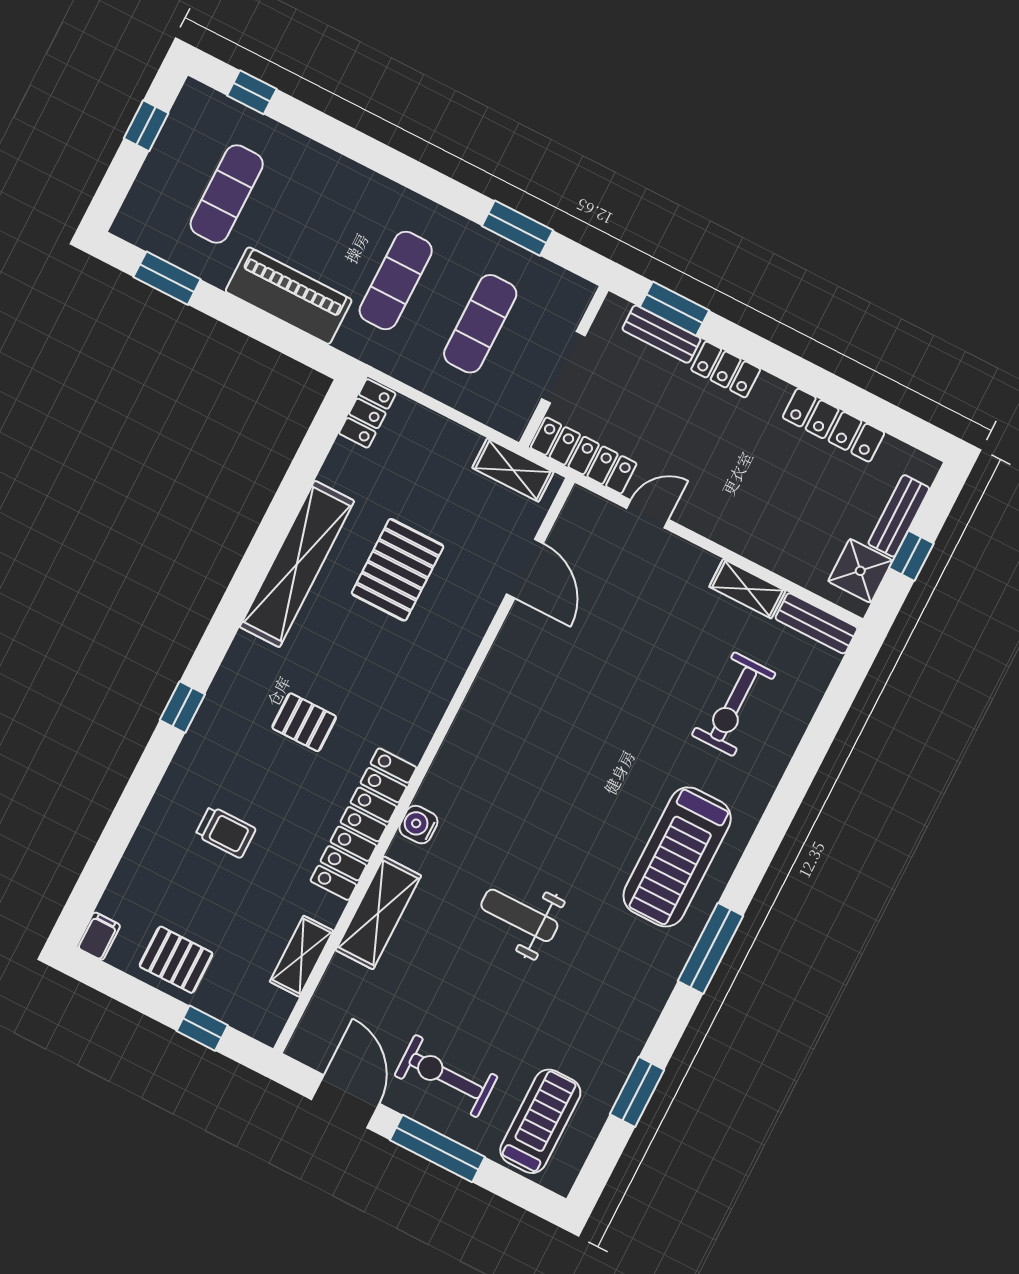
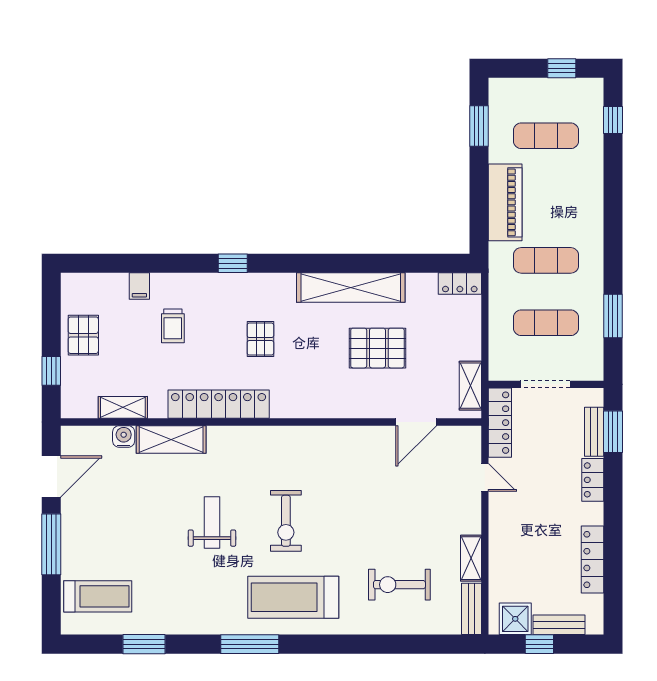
water cooler: (418, 825) -> (124, 436), moved
filing cabinet: (98, 936) -> (139, 286), moved, turned 90
exercise bike: (446, 1076) -> (286, 521), moved, turned 180

